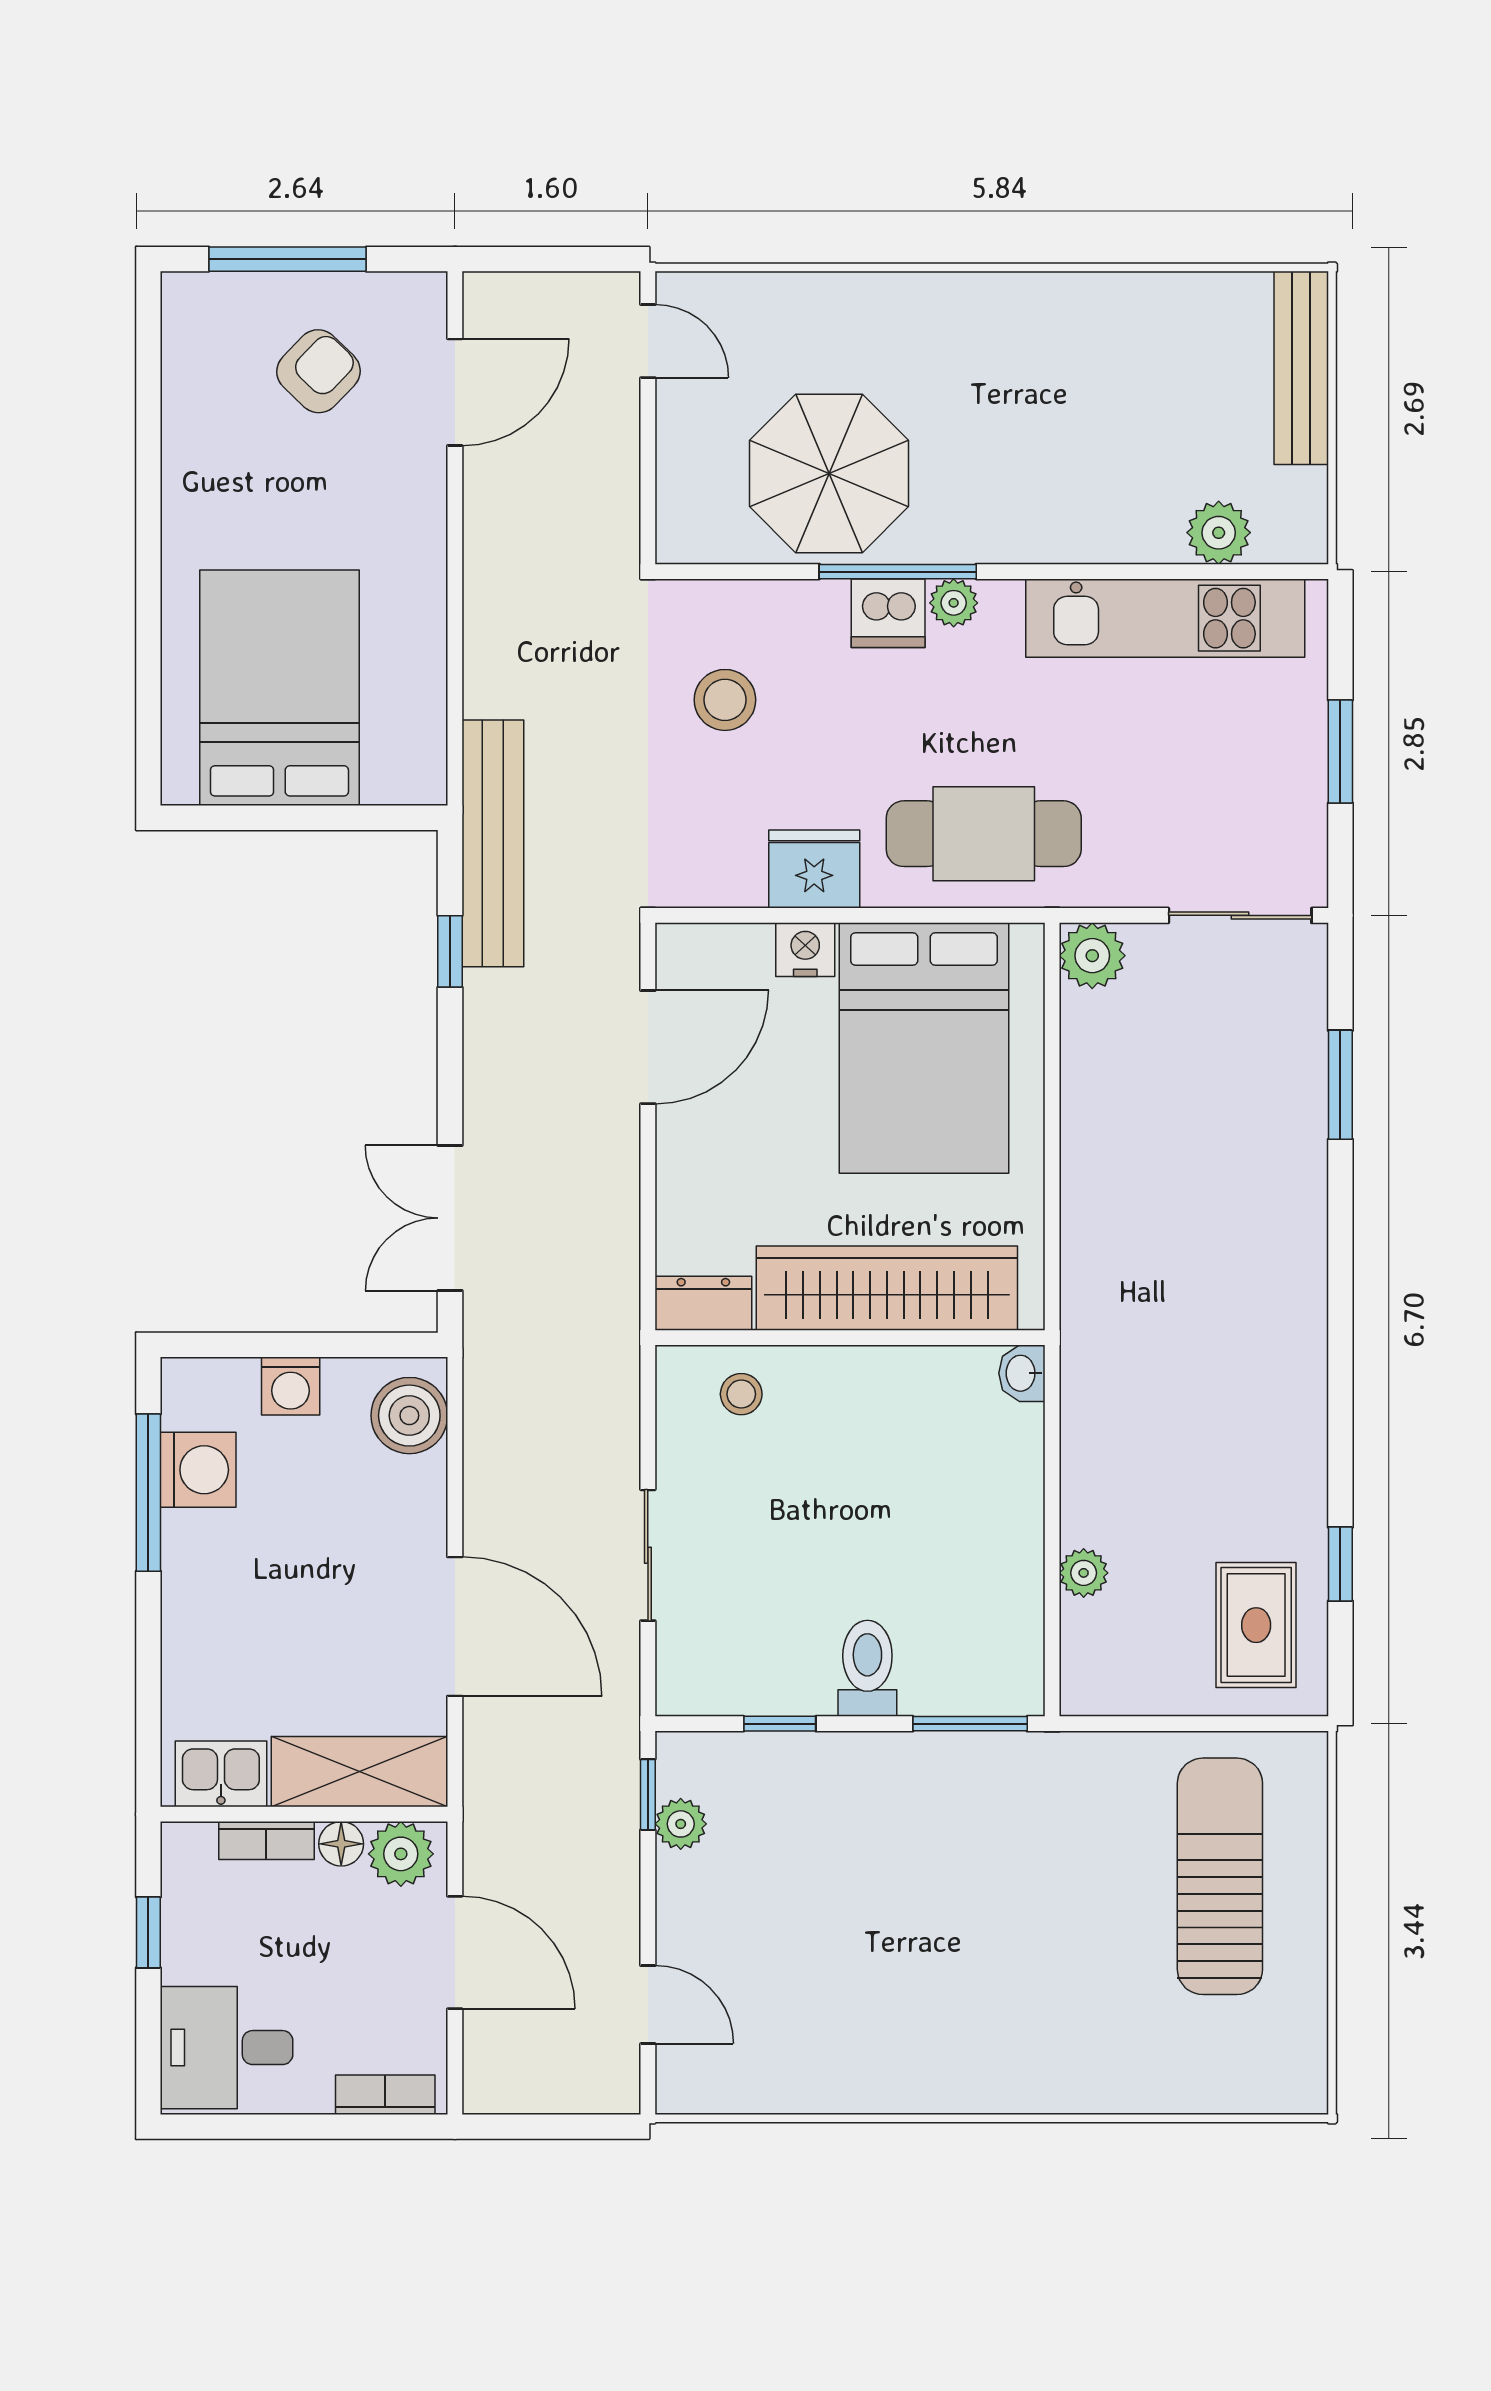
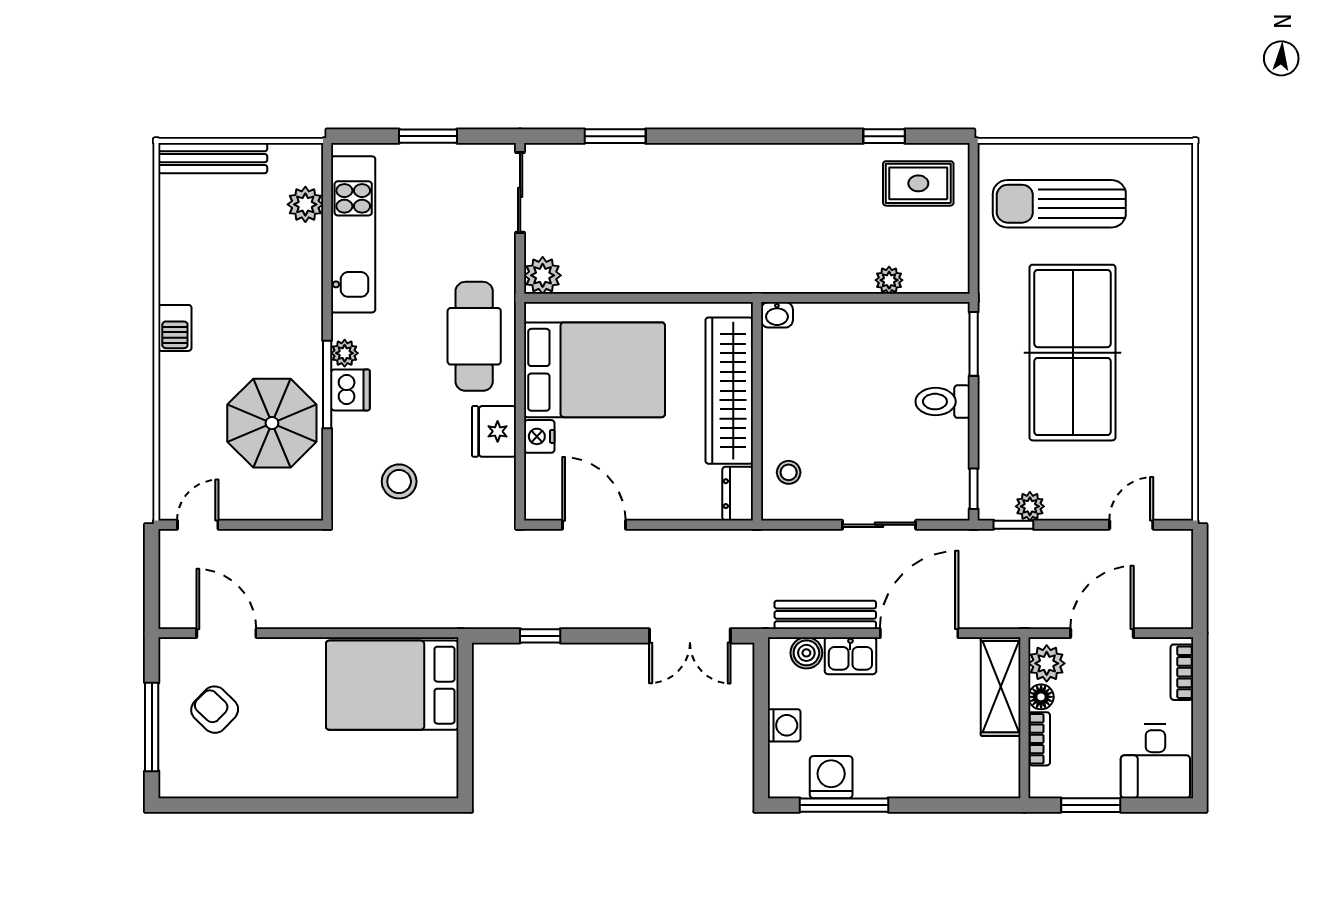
barbecue: (999, 301) -> (175, 328), added
bed: (279, 688) -> (392, 685), moved
bench: (493, 843) -> (825, 615), moved, width x0.73, depth x0.82
boiler: (409, 1416) -> (806, 653), width x0.73, depth x0.73
window: (780, 1724) -> (974, 489), moved
kitchen sink: (221, 1774) -> (850, 656), moved, turned -90
table tennis table: (955, 1900) -> (1073, 353), added
window: (148, 1932) -> (1091, 805), width x1.50

